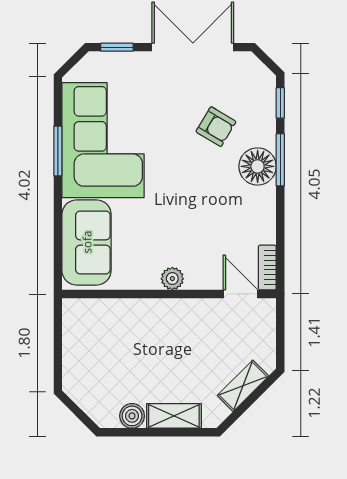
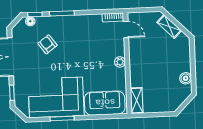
armchair: (216, 127) -> (47, 44), turned -67
floor lamp: (258, 166) -> (30, 21), moved, width x0.53, depth x0.53
door: (241, 294) -> (126, 29), swing flipped
shelving: (174, 416) -> (137, 101), moved

